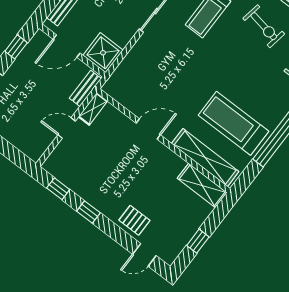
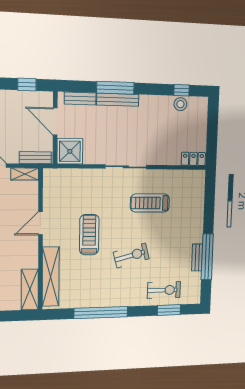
exercise bike: (264, 26) -> (131, 255), moved, turned -115
treadmill: (234, 123) -> (89, 235), moved, width x0.73, depth x0.73
door: (148, 129) -> (40, 223), swing flipped

